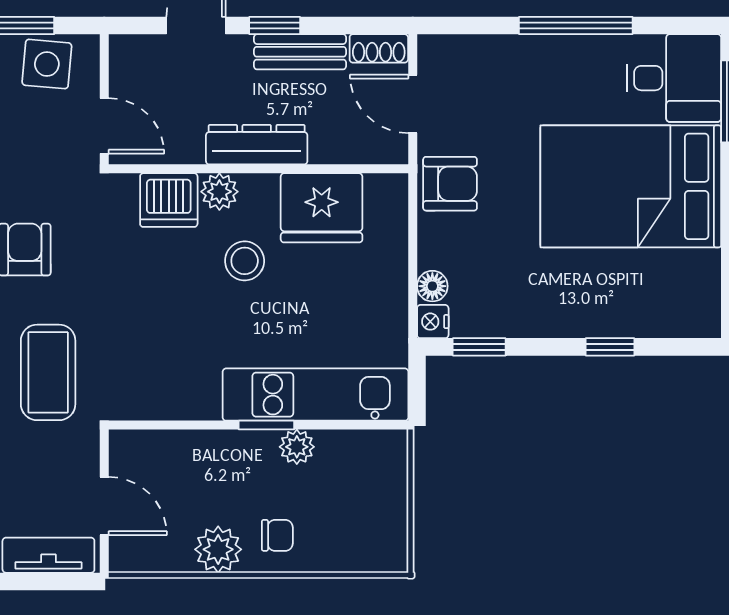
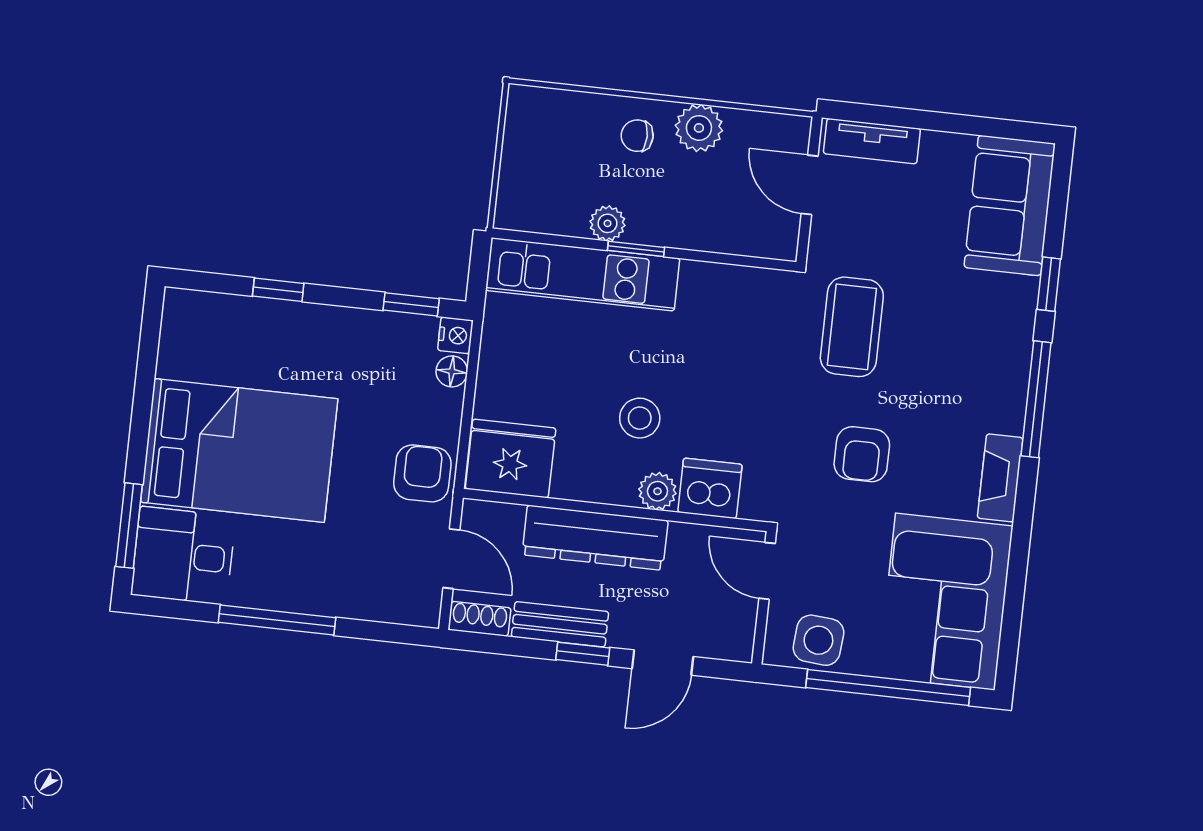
dresser: (257, 145) -> (595, 538), width x1.37, depth x1.24
armchair: (450, 184) -> (422, 473), turned 90
fridge: (322, 208) -> (511, 458), moved

